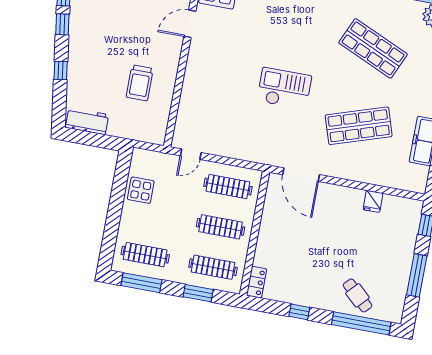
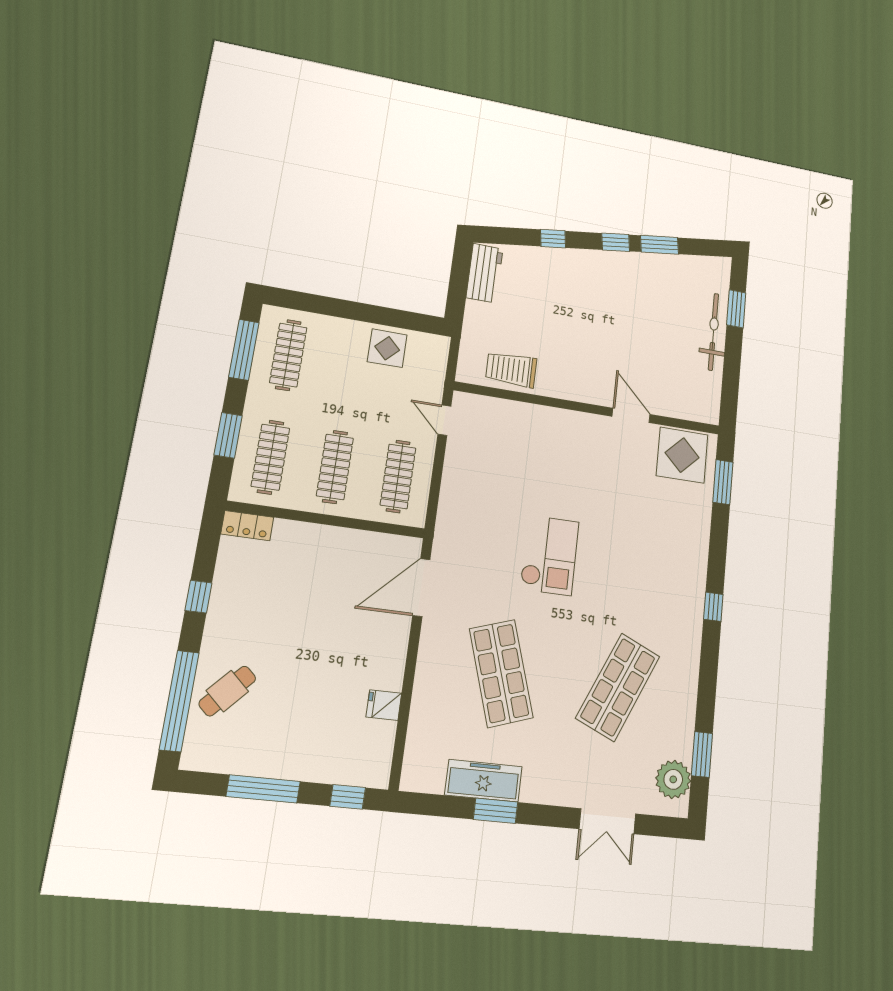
trolley: (140, 83) -> (511, 369), moved

